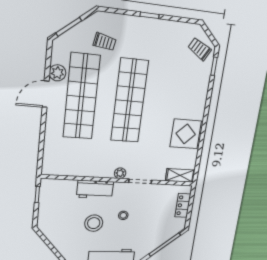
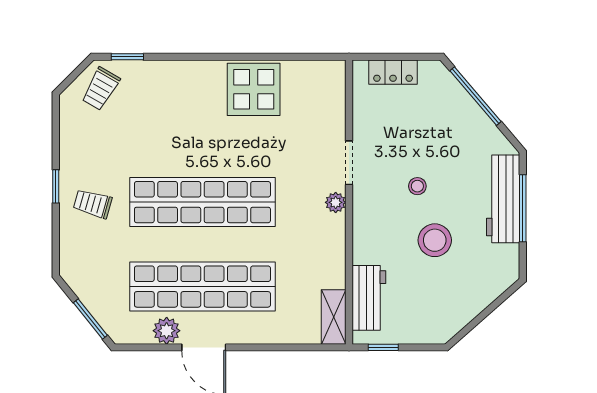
trolley: (105, 42) -> (93, 204), moved, turned -85
shelving: (180, 175) -> (334, 317), moved
workbench: (95, 189) -> (369, 298), moved

